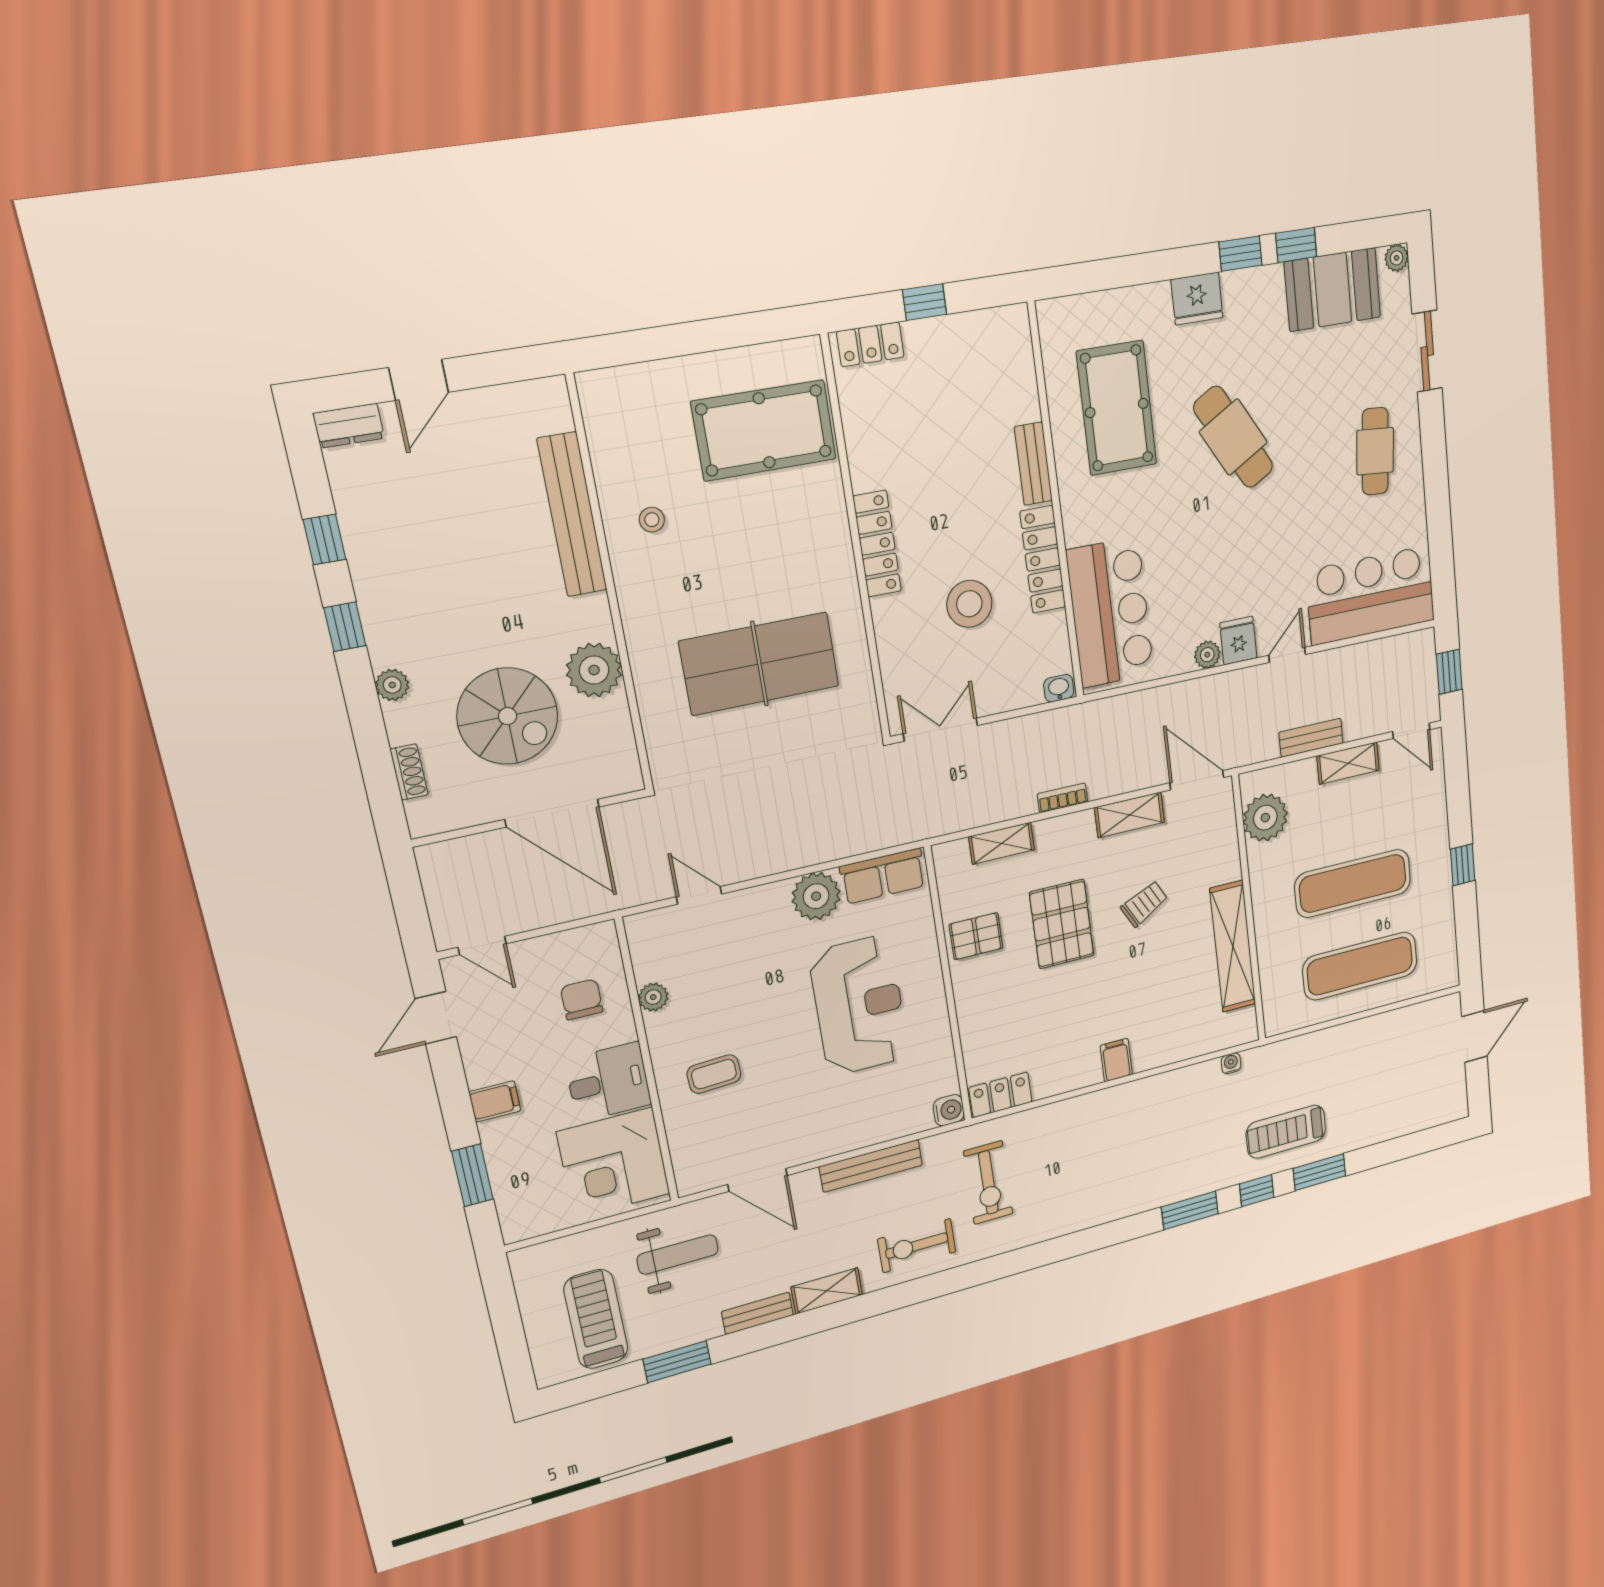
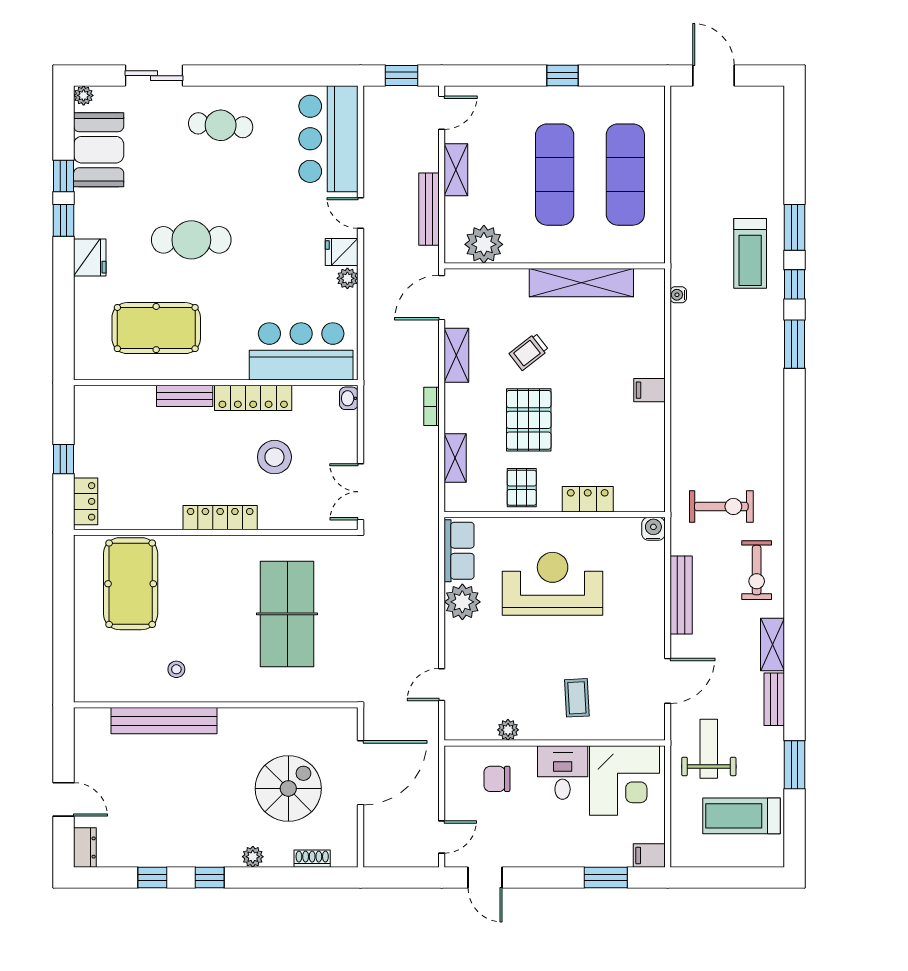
cafe table: (1233, 437) -> (191, 240), turned 30
plant: (594, 670) -> (269, 726), removed
bench: (1311, 738) -> (429, 209), width x1.36
trolley: (1144, 904) -> (529, 352), turned -100
pallet: (1062, 924) -> (529, 420), turned 90
locker: (1000, 1095) -> (588, 499), moved, turned 90
filing cabinet: (495, 1101) -> (649, 855), moved, turned -90

